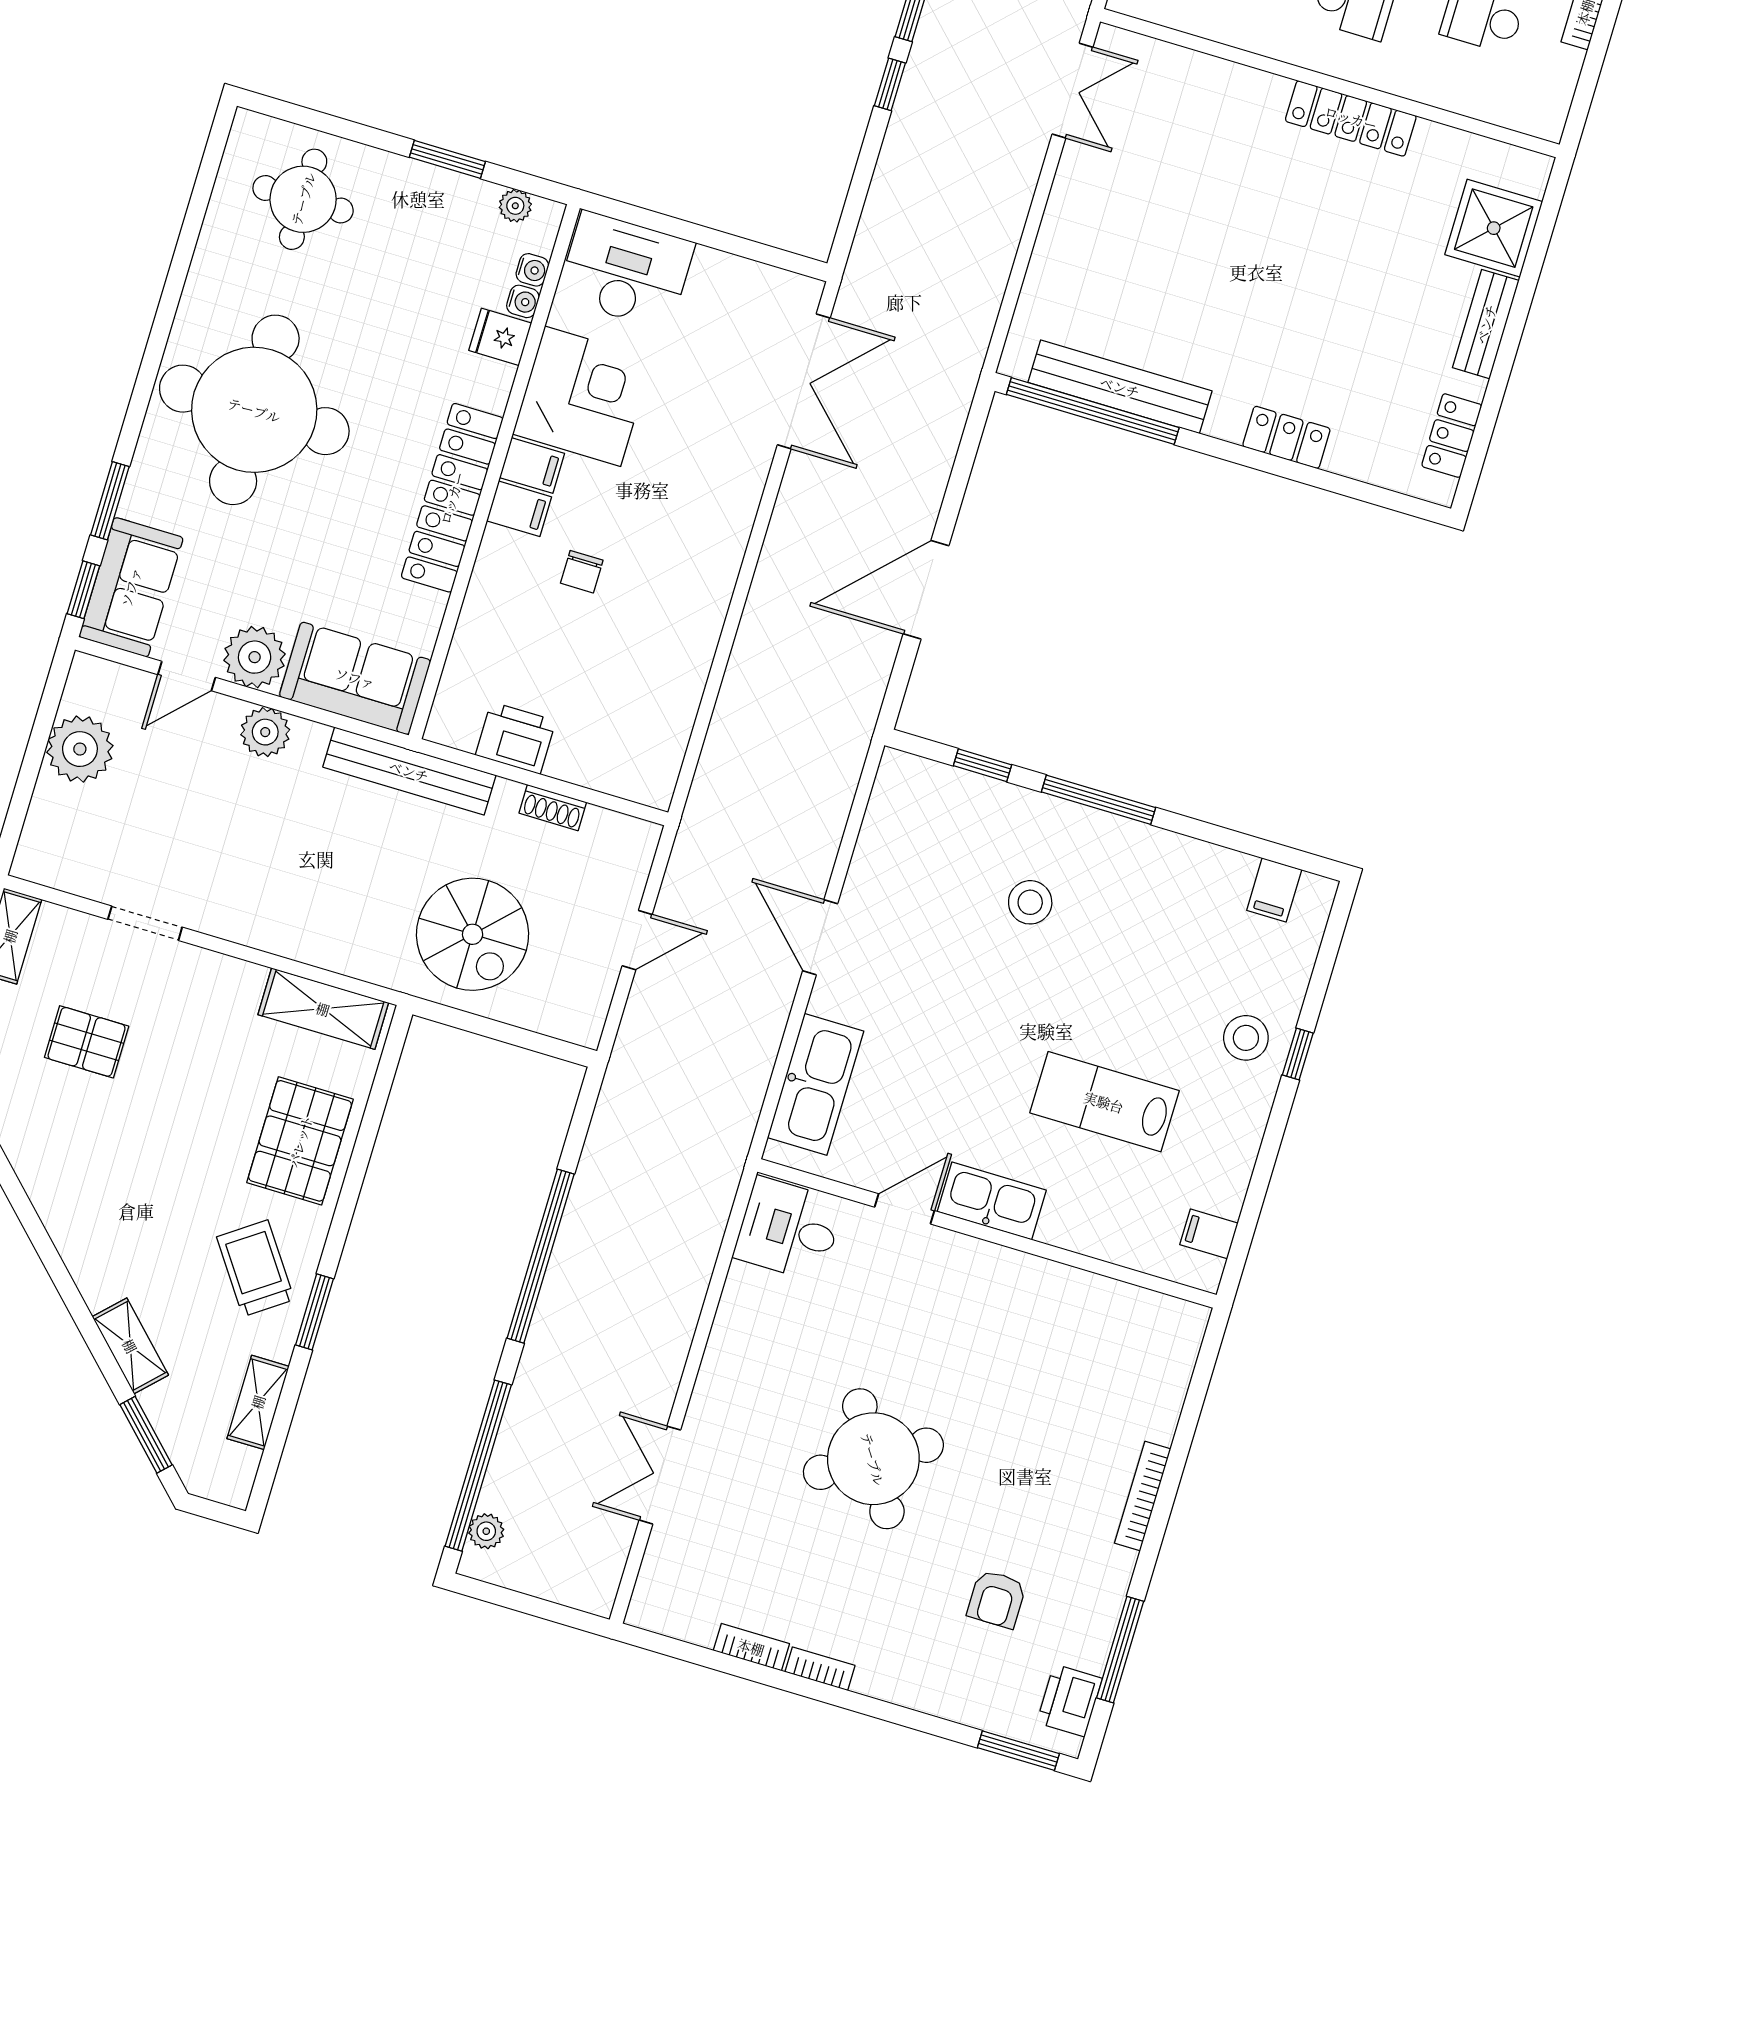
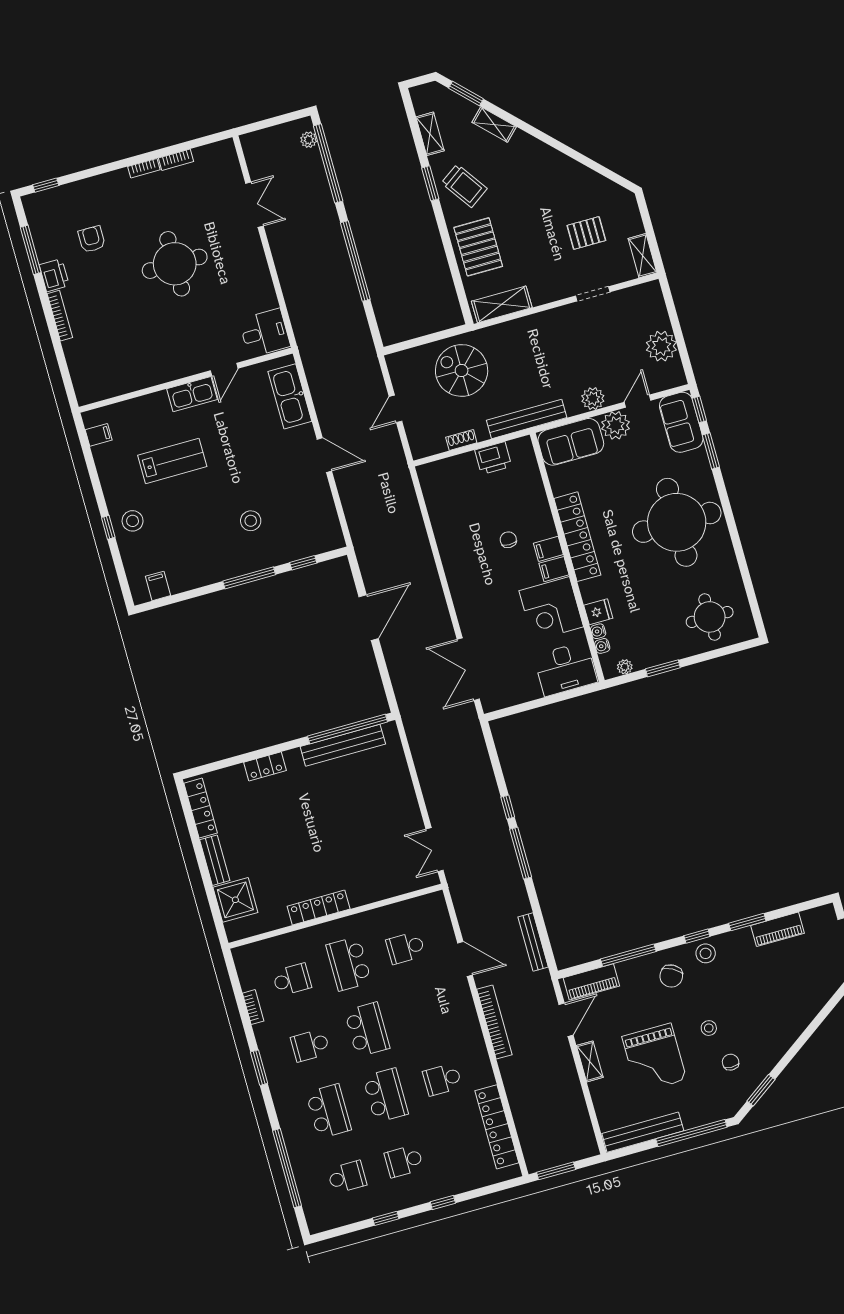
locker: (1452, 436) -> (201, 808), width x1.53
round table: (873, 1459) -> (175, 264), turned 31
printer: (1069, 1701) -> (54, 275), moved
window: (1018, 1751) -> (46, 185), width x0.67

